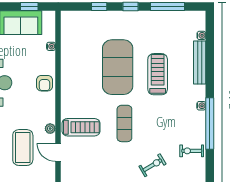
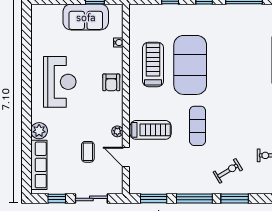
treadmill: (158, 74) -> (153, 64), moved
coffee table: (23, 148) -> (88, 152), width x0.54, depth x0.58

